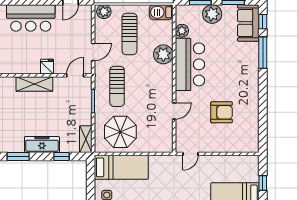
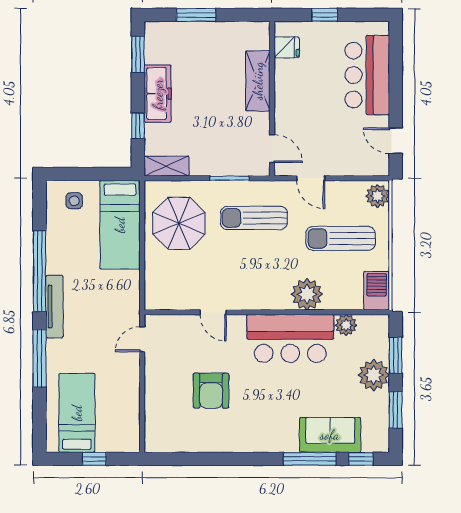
sofa: (248, 23) -> (330, 435), moved
fridge: (47, 67) -> (287, 47), moved
door: (190, 154) -> (142, 339), hinge flipped

